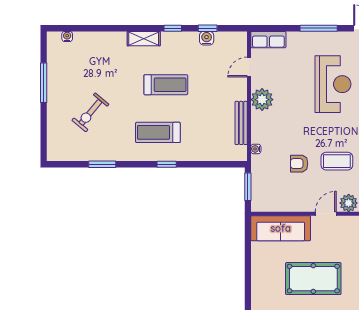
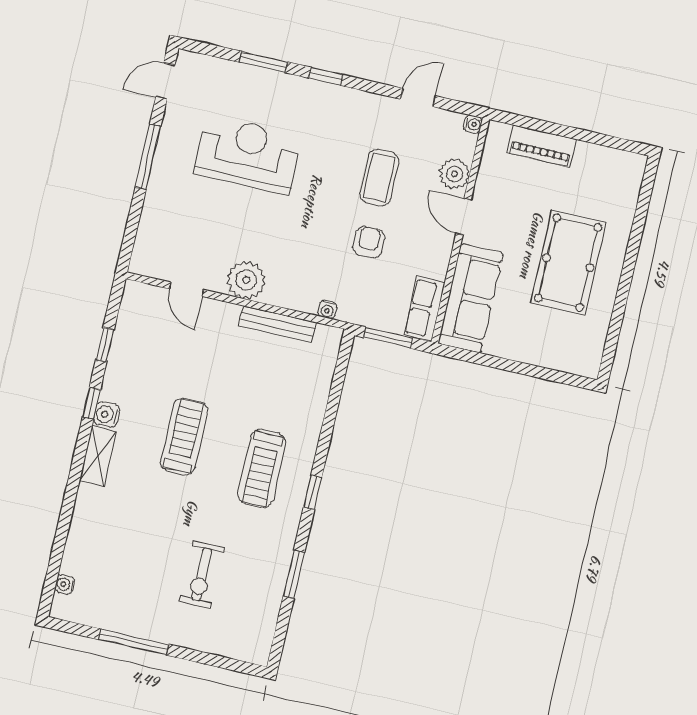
water cooler: (207, 38) -> (107, 415), moved
row of seats: (268, 40) -> (424, 309), moved, turned 180
exercise bike: (90, 112) -> (202, 575), turned 50
window: (167, 164) -> (313, 493), moved
armchair: (299, 164) -> (369, 242), turned 180

